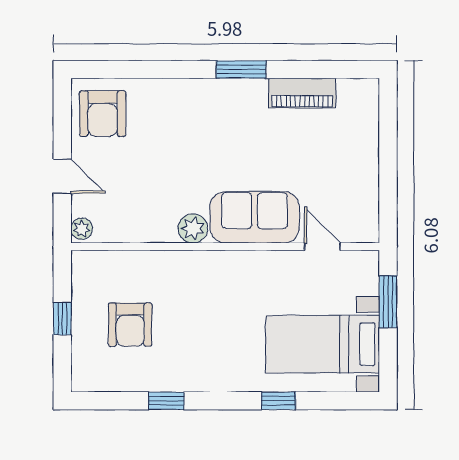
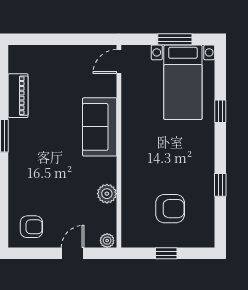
armchair: (103, 114) -> (31, 227), width x0.72, depth x0.72
plant: (193, 228) -> (107, 194), moved
door: (322, 247) -> (119, 62), moved
window: (388, 302) -> (175, 39), moved

